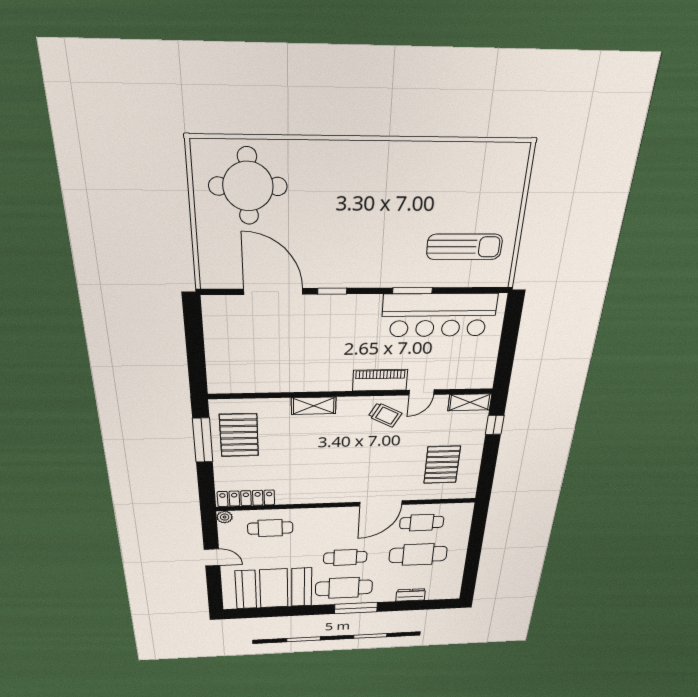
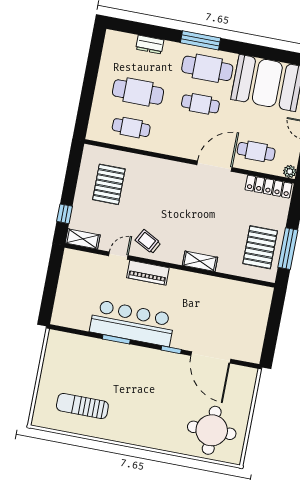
sun lounger: (464, 247) -> (82, 406), moved
bar counter: (439, 315) -> (132, 323), moved
door: (381, 503) -> (214, 166), moved

